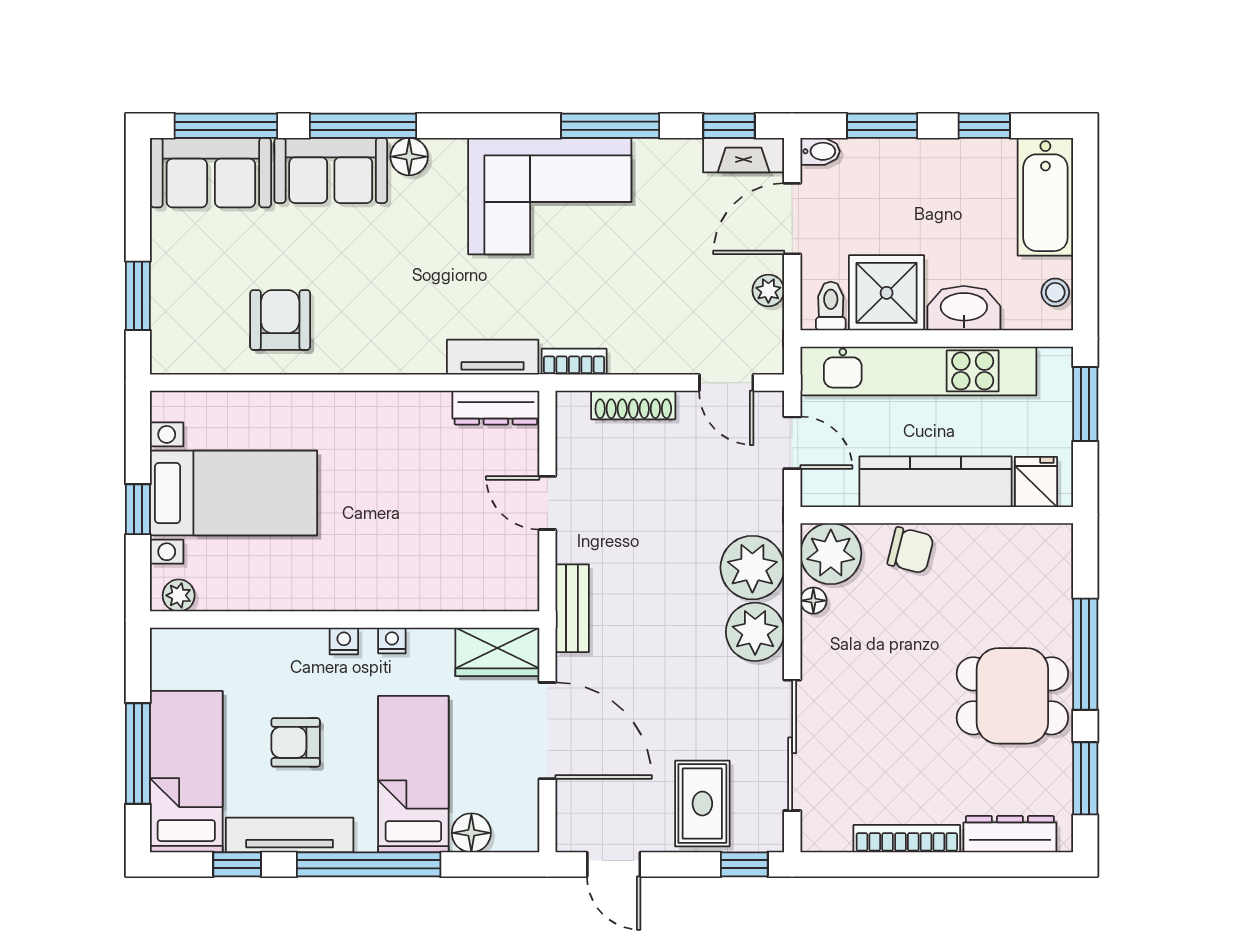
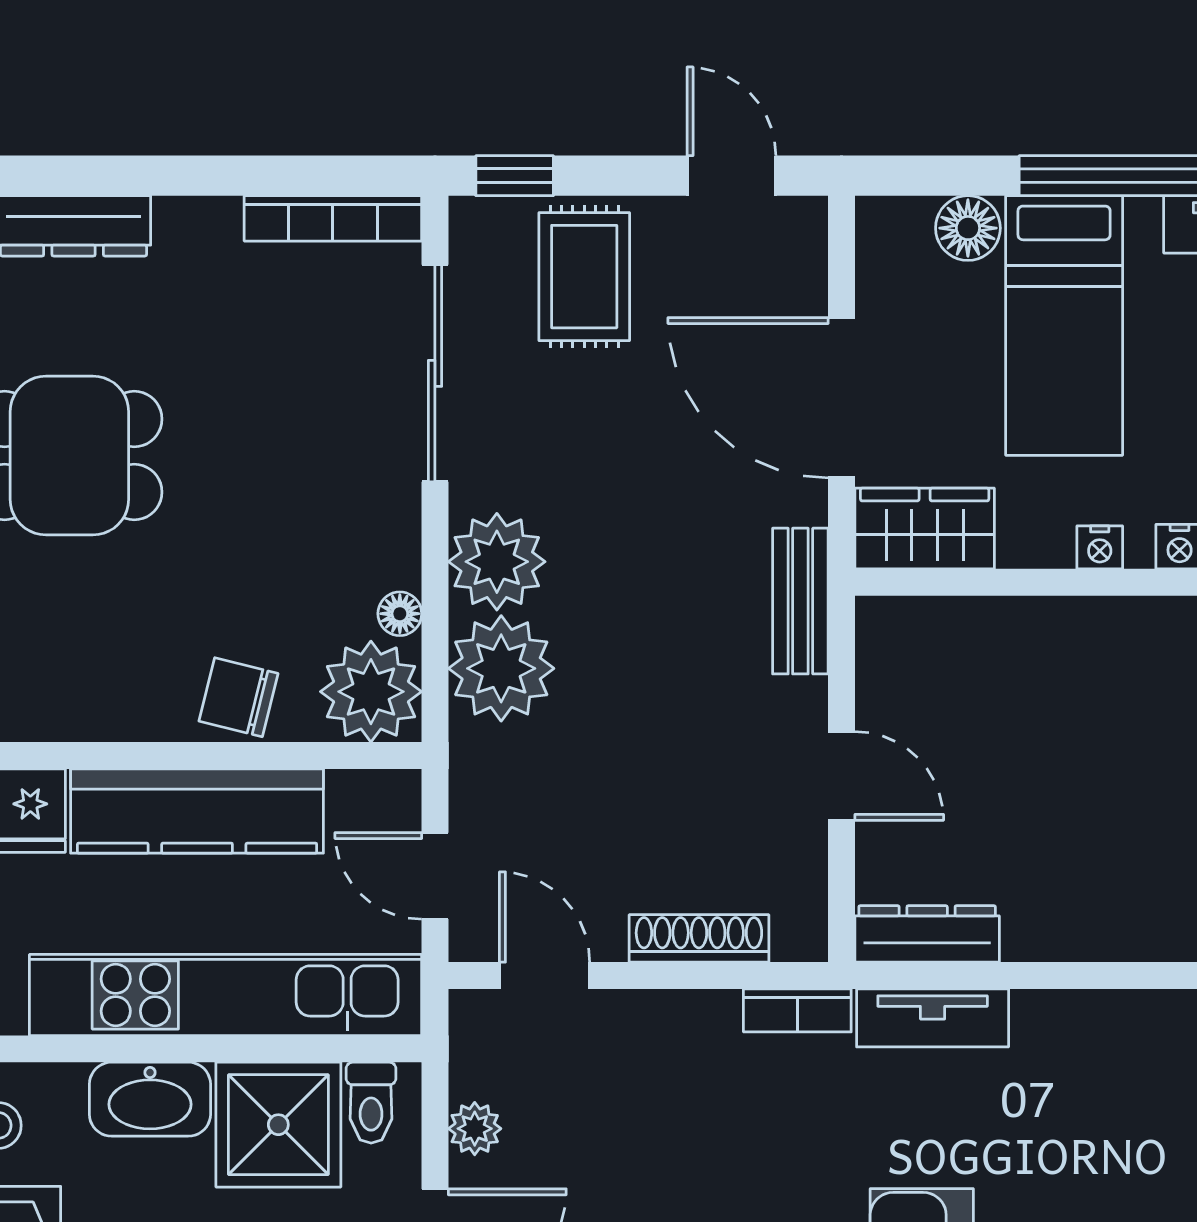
bookcase: (907, 839) -> (333, 218), moved

